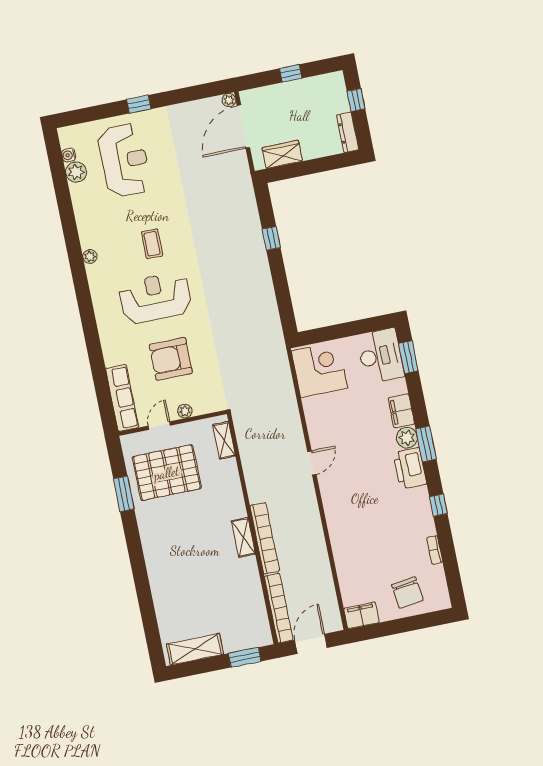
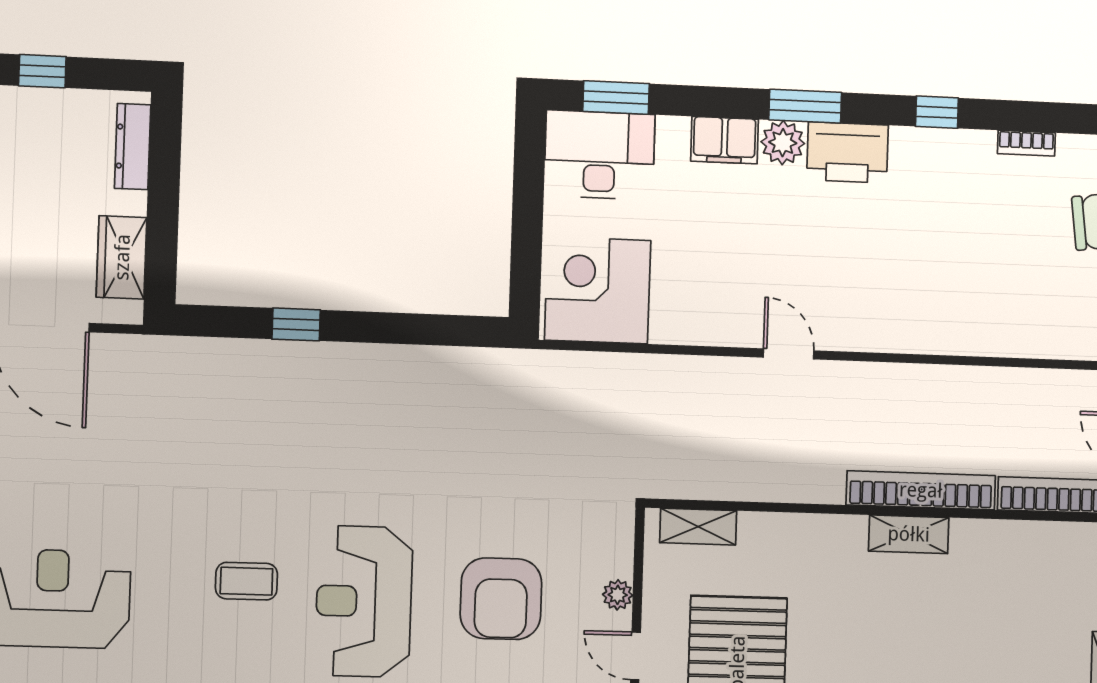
dresser: (348, 132) -> (133, 147), moved, turned 90

